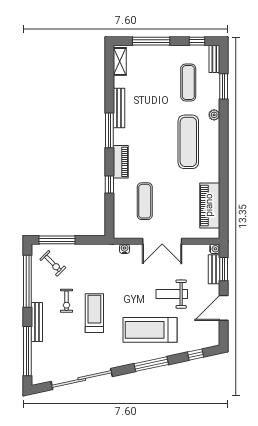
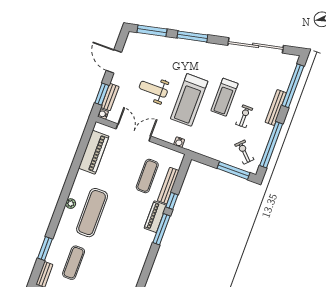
bench: (119, 108) -> (168, 186), moved
plant: (214, 115) -> (71, 204), moved
window: (109, 130) -> (162, 229), moved
double door: (162, 241) -> (133, 133), moved
weight bench: (172, 294) -> (153, 89), turned 180
door: (224, 308) -> (114, 61), swing flipped
treadmill: (150, 330) -> (189, 100), moved, turned 90
window: (196, 355) -> (152, 31), width x2.17

